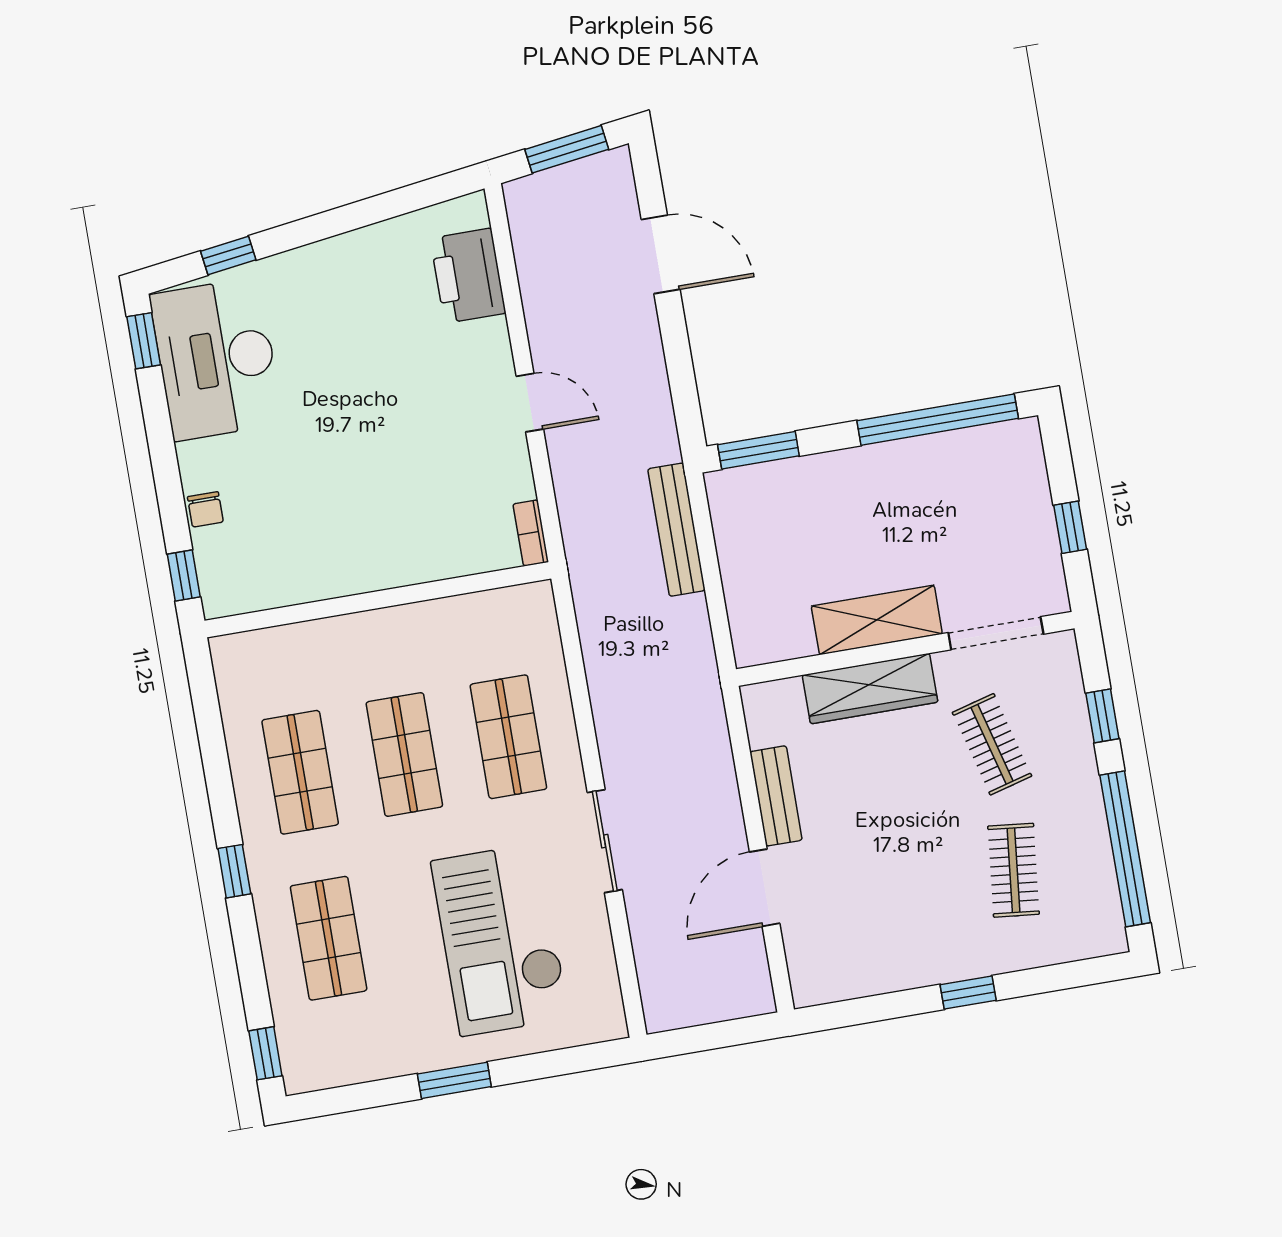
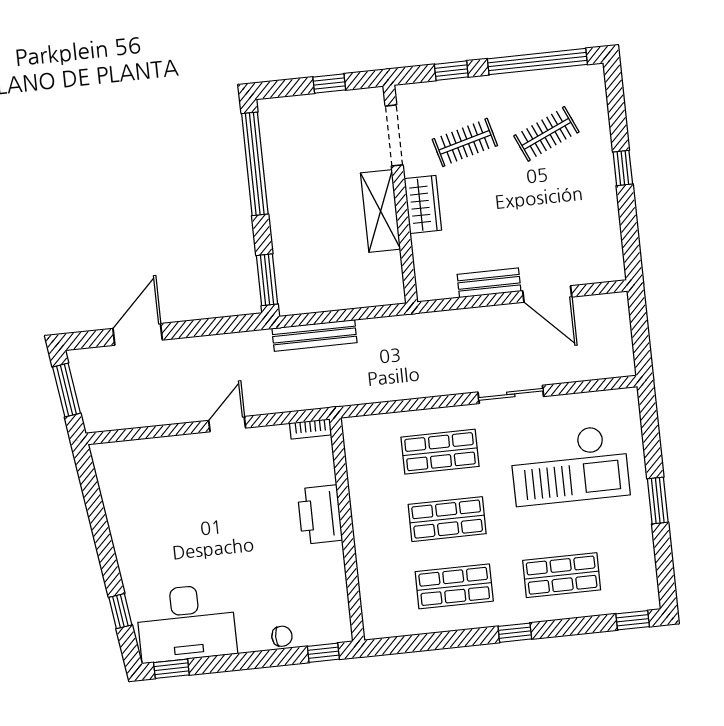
printer: (468, 276) -> (320, 515), moved, turned 90
wardrobe: (870, 689) -> (423, 204), width x0.67
clothes rail: (1014, 870) -> (546, 134), turned -30

